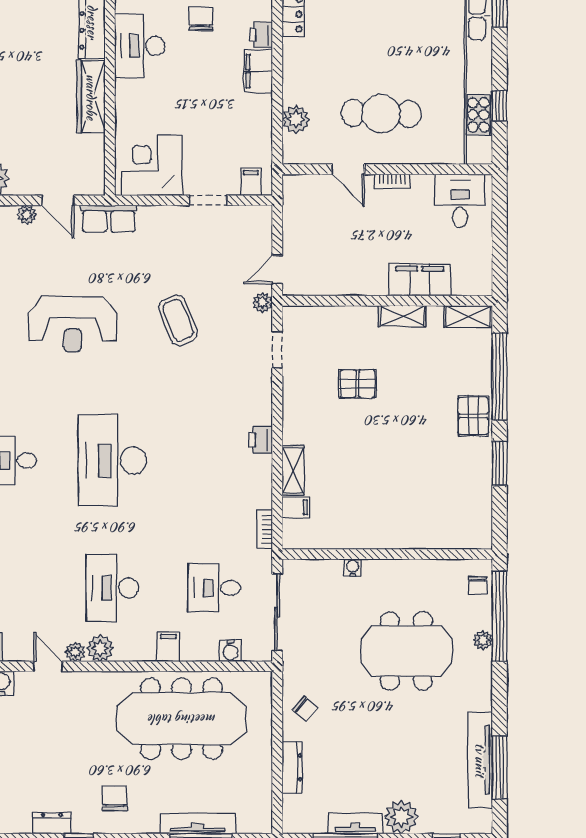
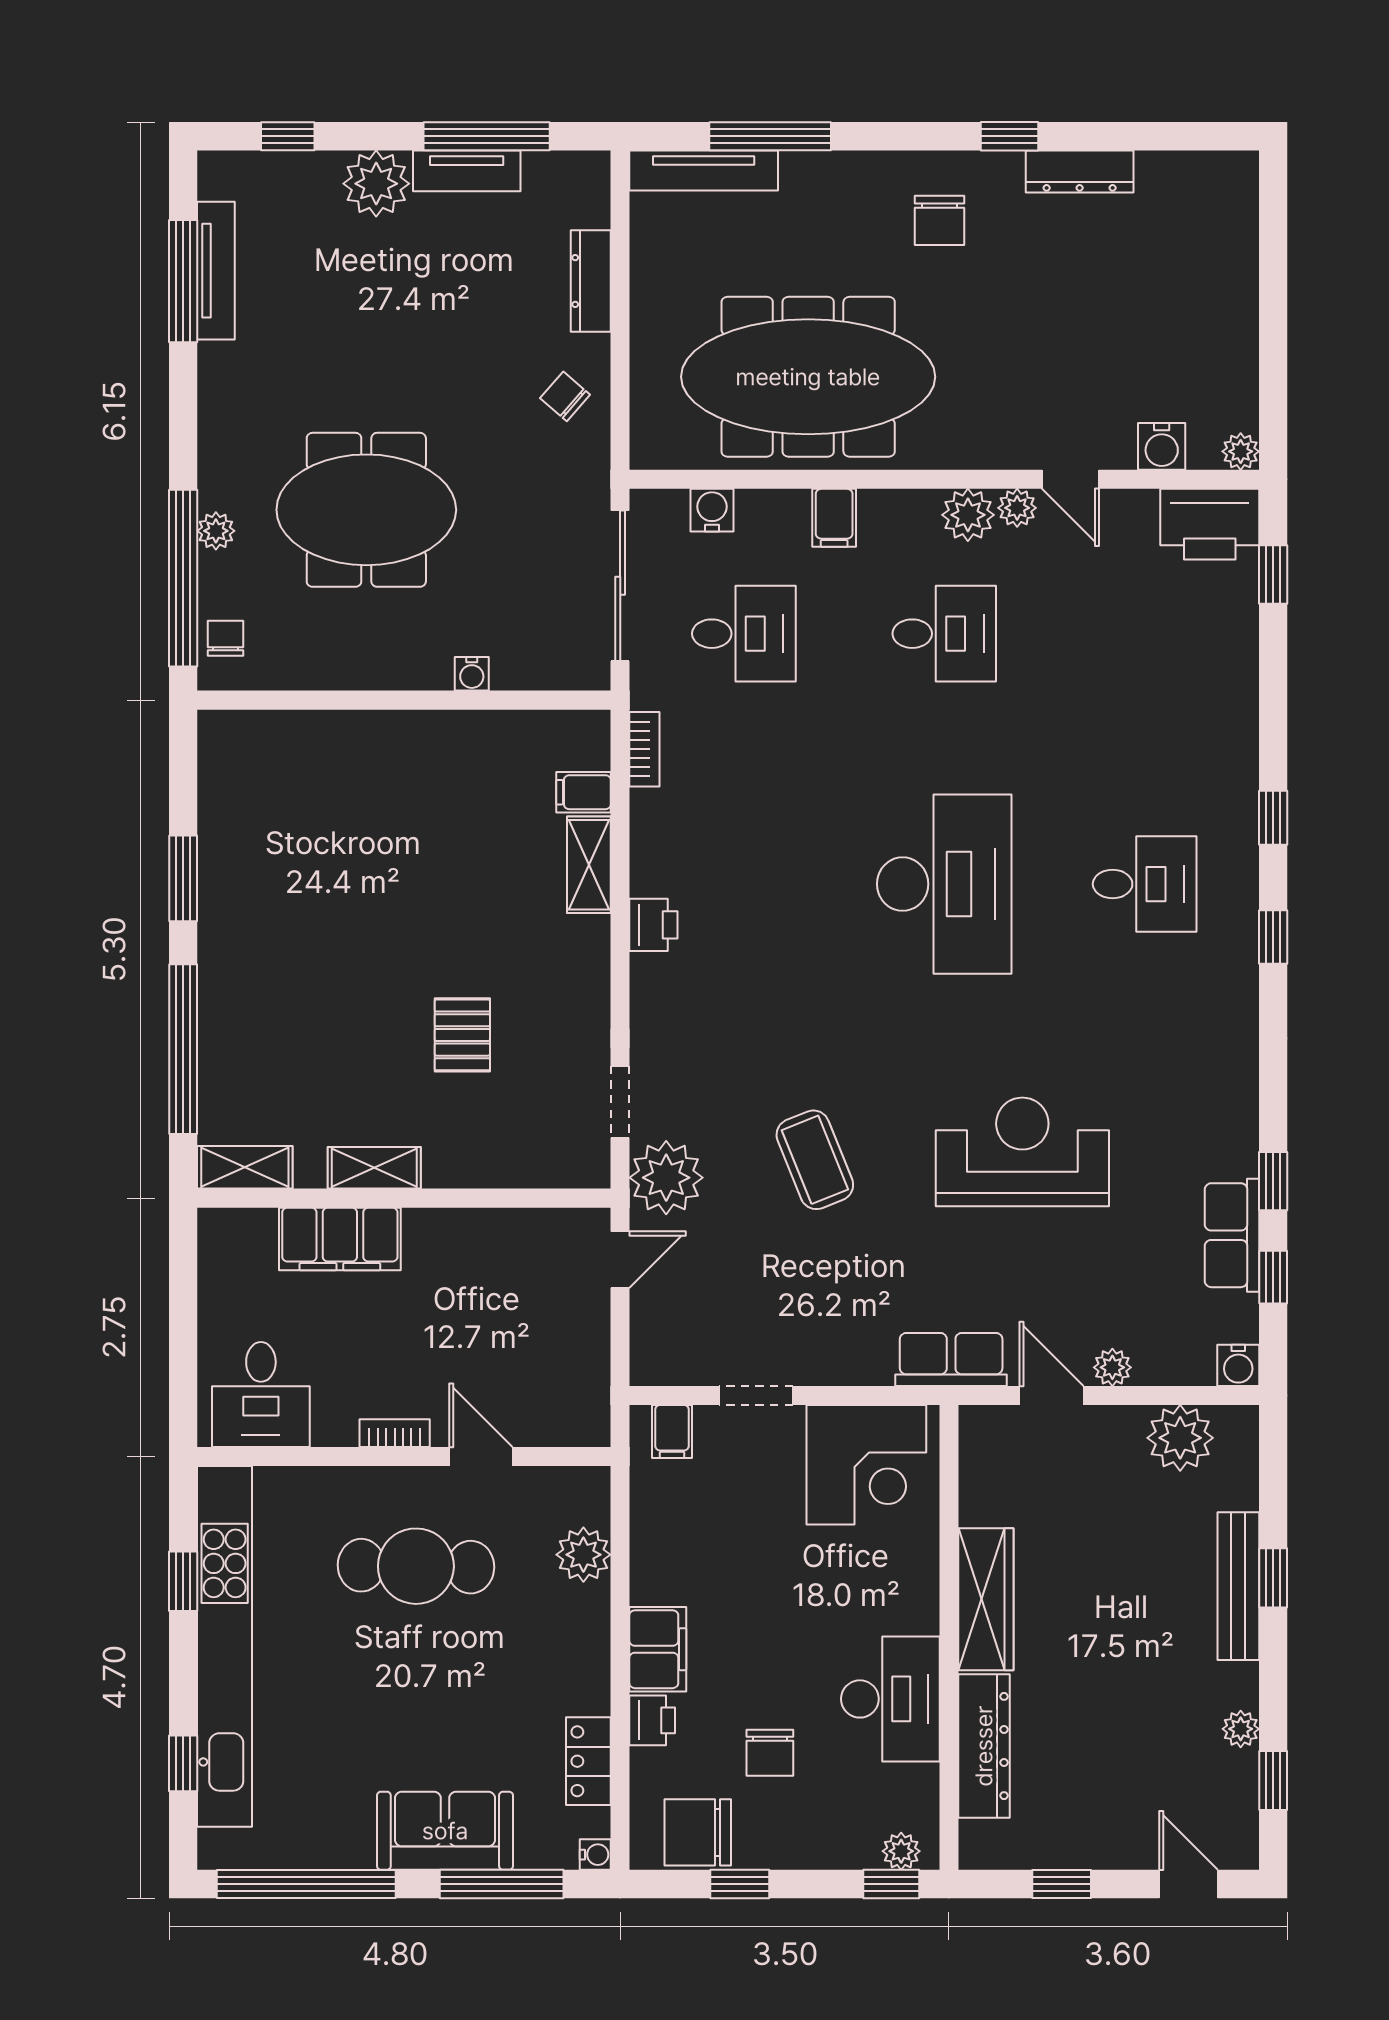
plant: (262, 302) -> (666, 1178), width x1.87, depth x1.87
pallet: (357, 384) -> (462, 1035), turned 90
pallet: (473, 416) -> (235, 972), removed
desk: (112, 588) -> (944, 634), width x0.73
tv unit: (480, 760) -> (216, 271), width x0.73, depth x0.78
dresser: (52, 823) -> (1080, 171), width x1.44
tv unit: (198, 824) -> (704, 171), moved

